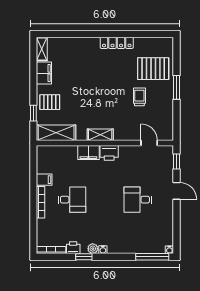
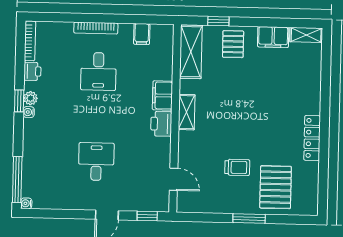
door: (149, 143) -> (174, 179), hinge flipped
filing cabinet: (44, 180) -> (142, 34), moved
window: (84, 257) -> (19, 101), moved

